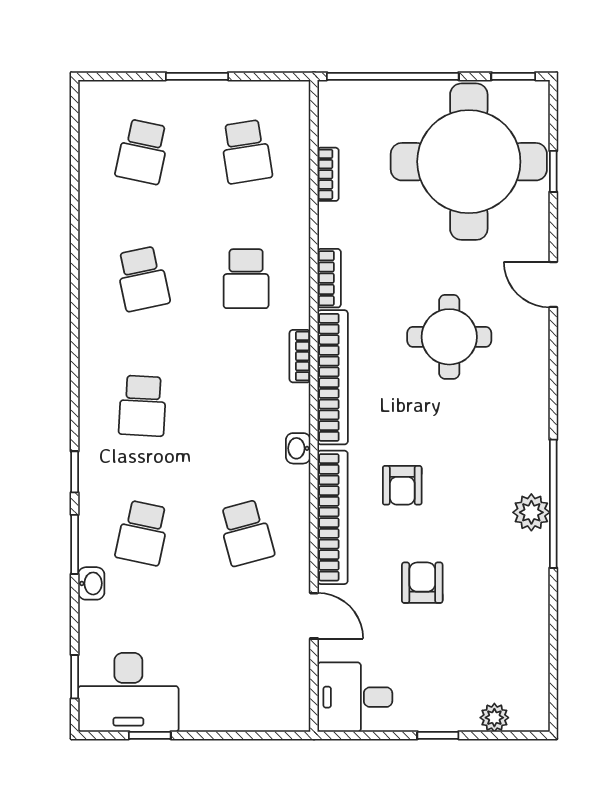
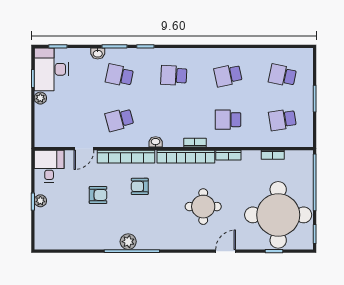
plant: (196, 718) -> (40, 98), added
plant: (494, 718) -> (40, 201), moved

